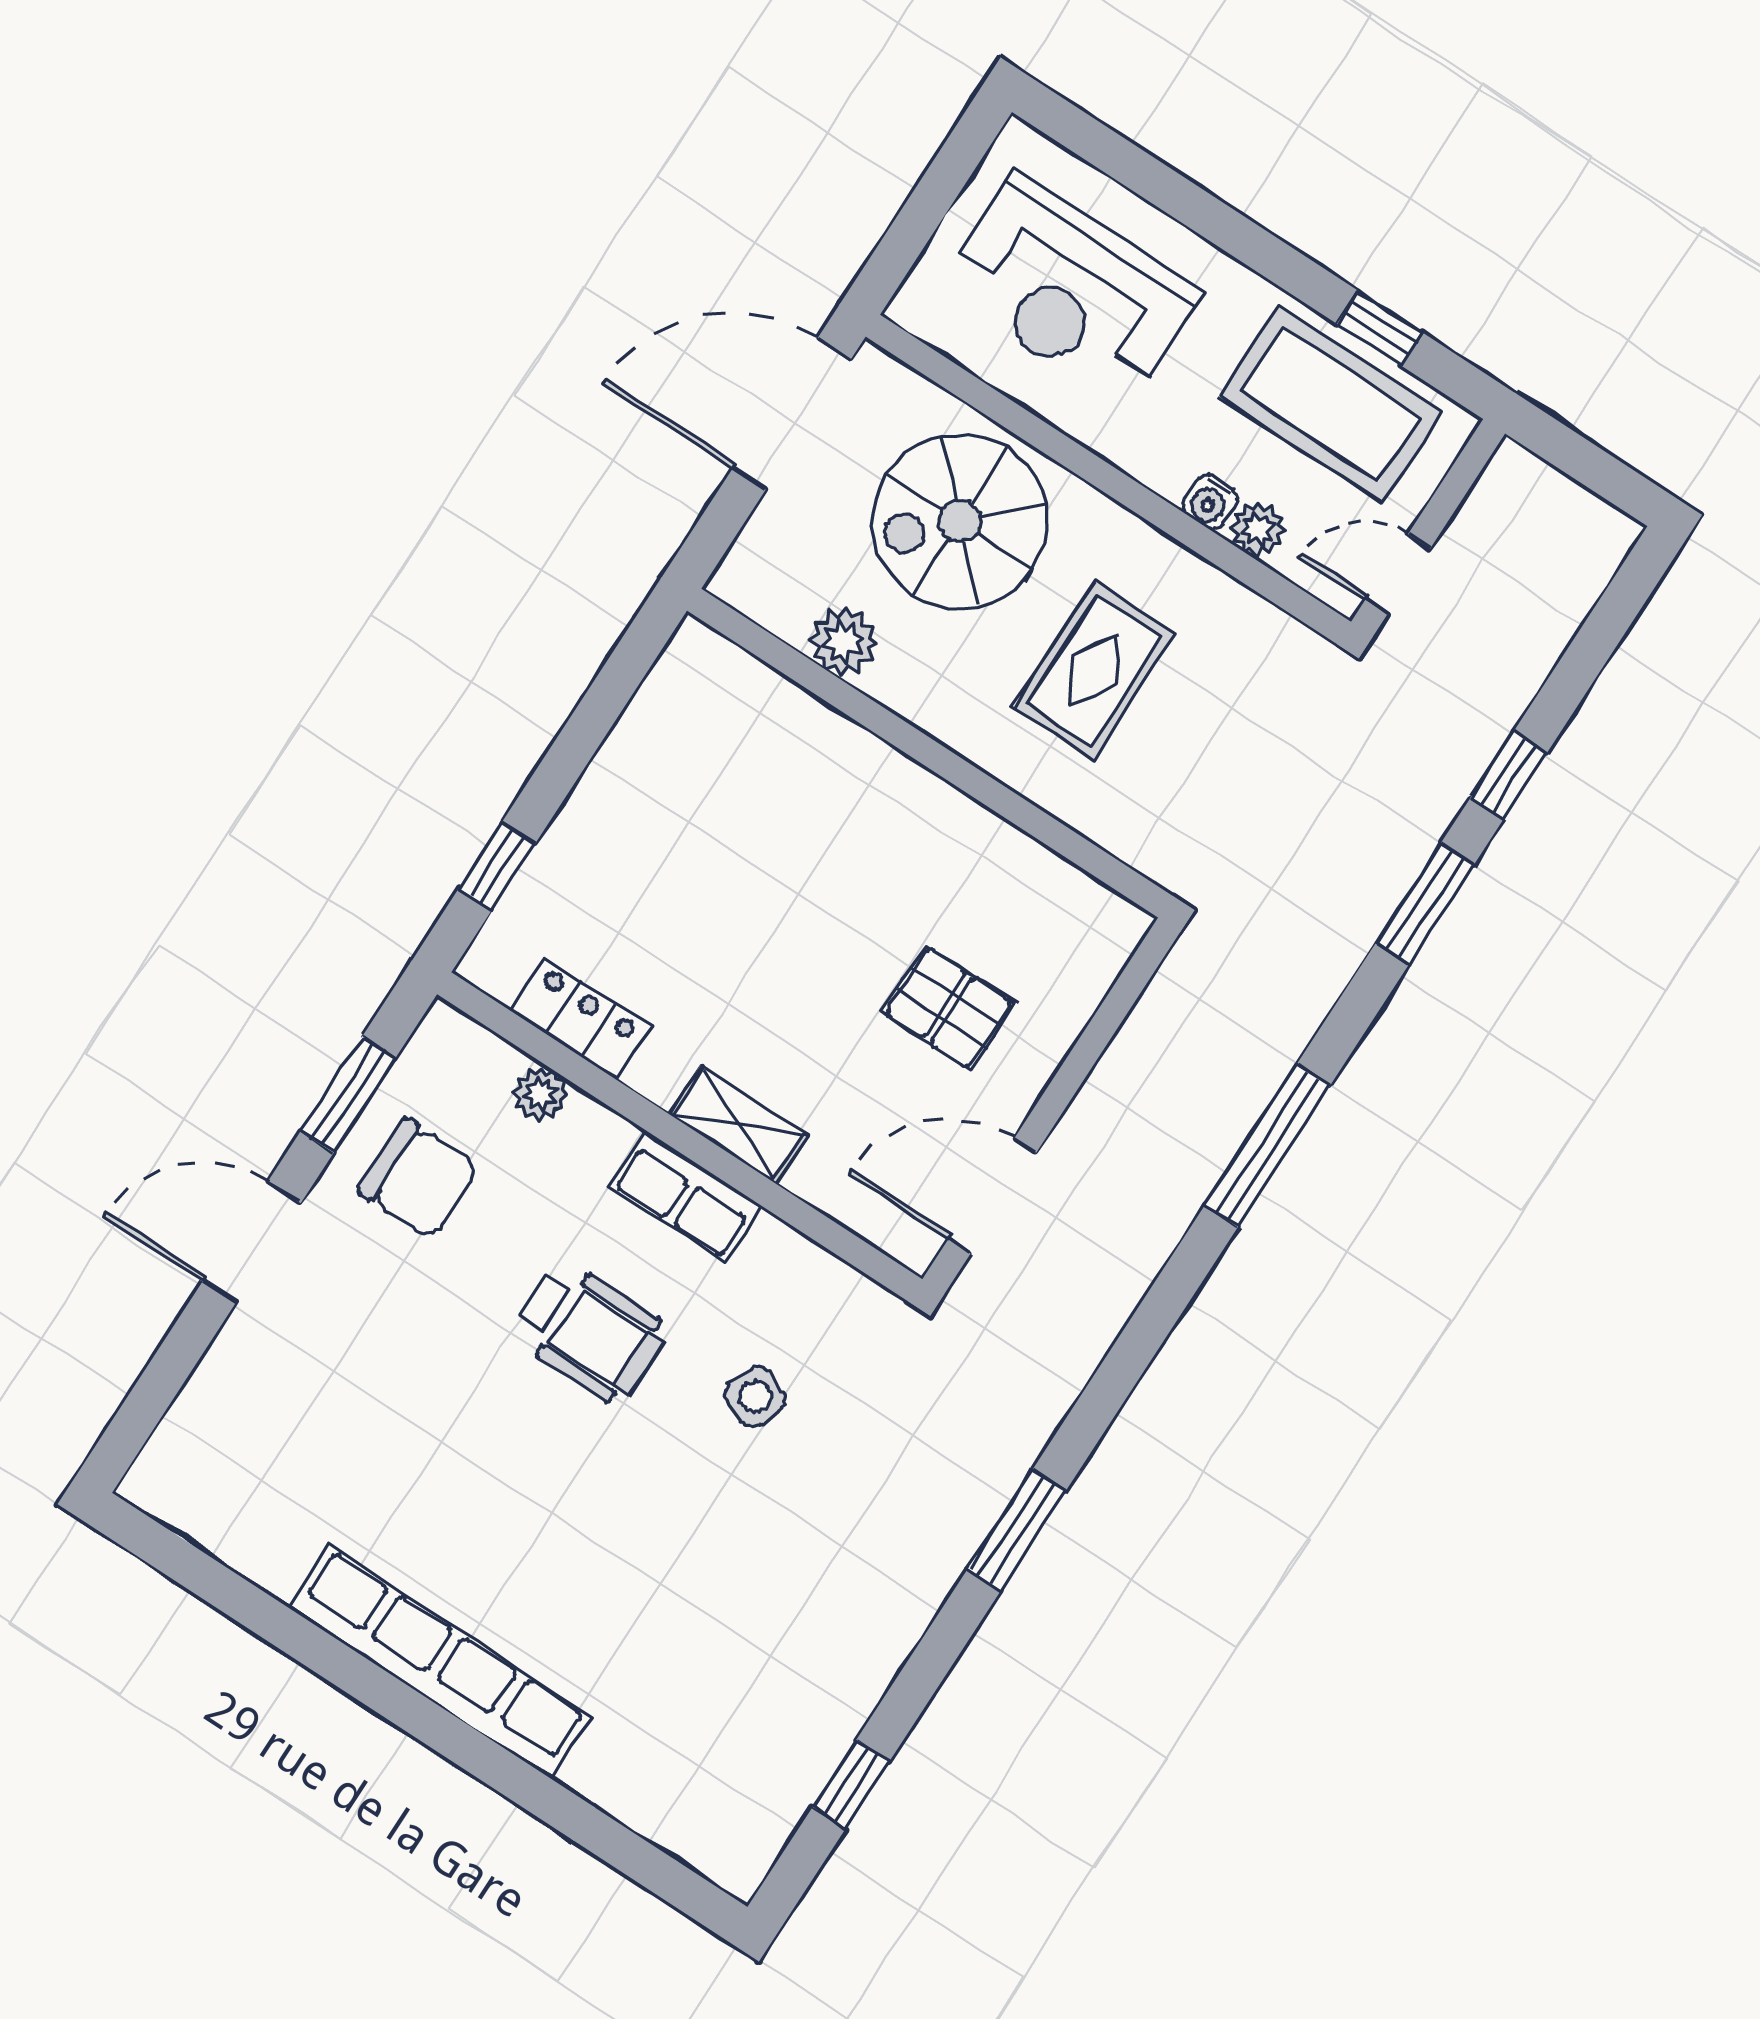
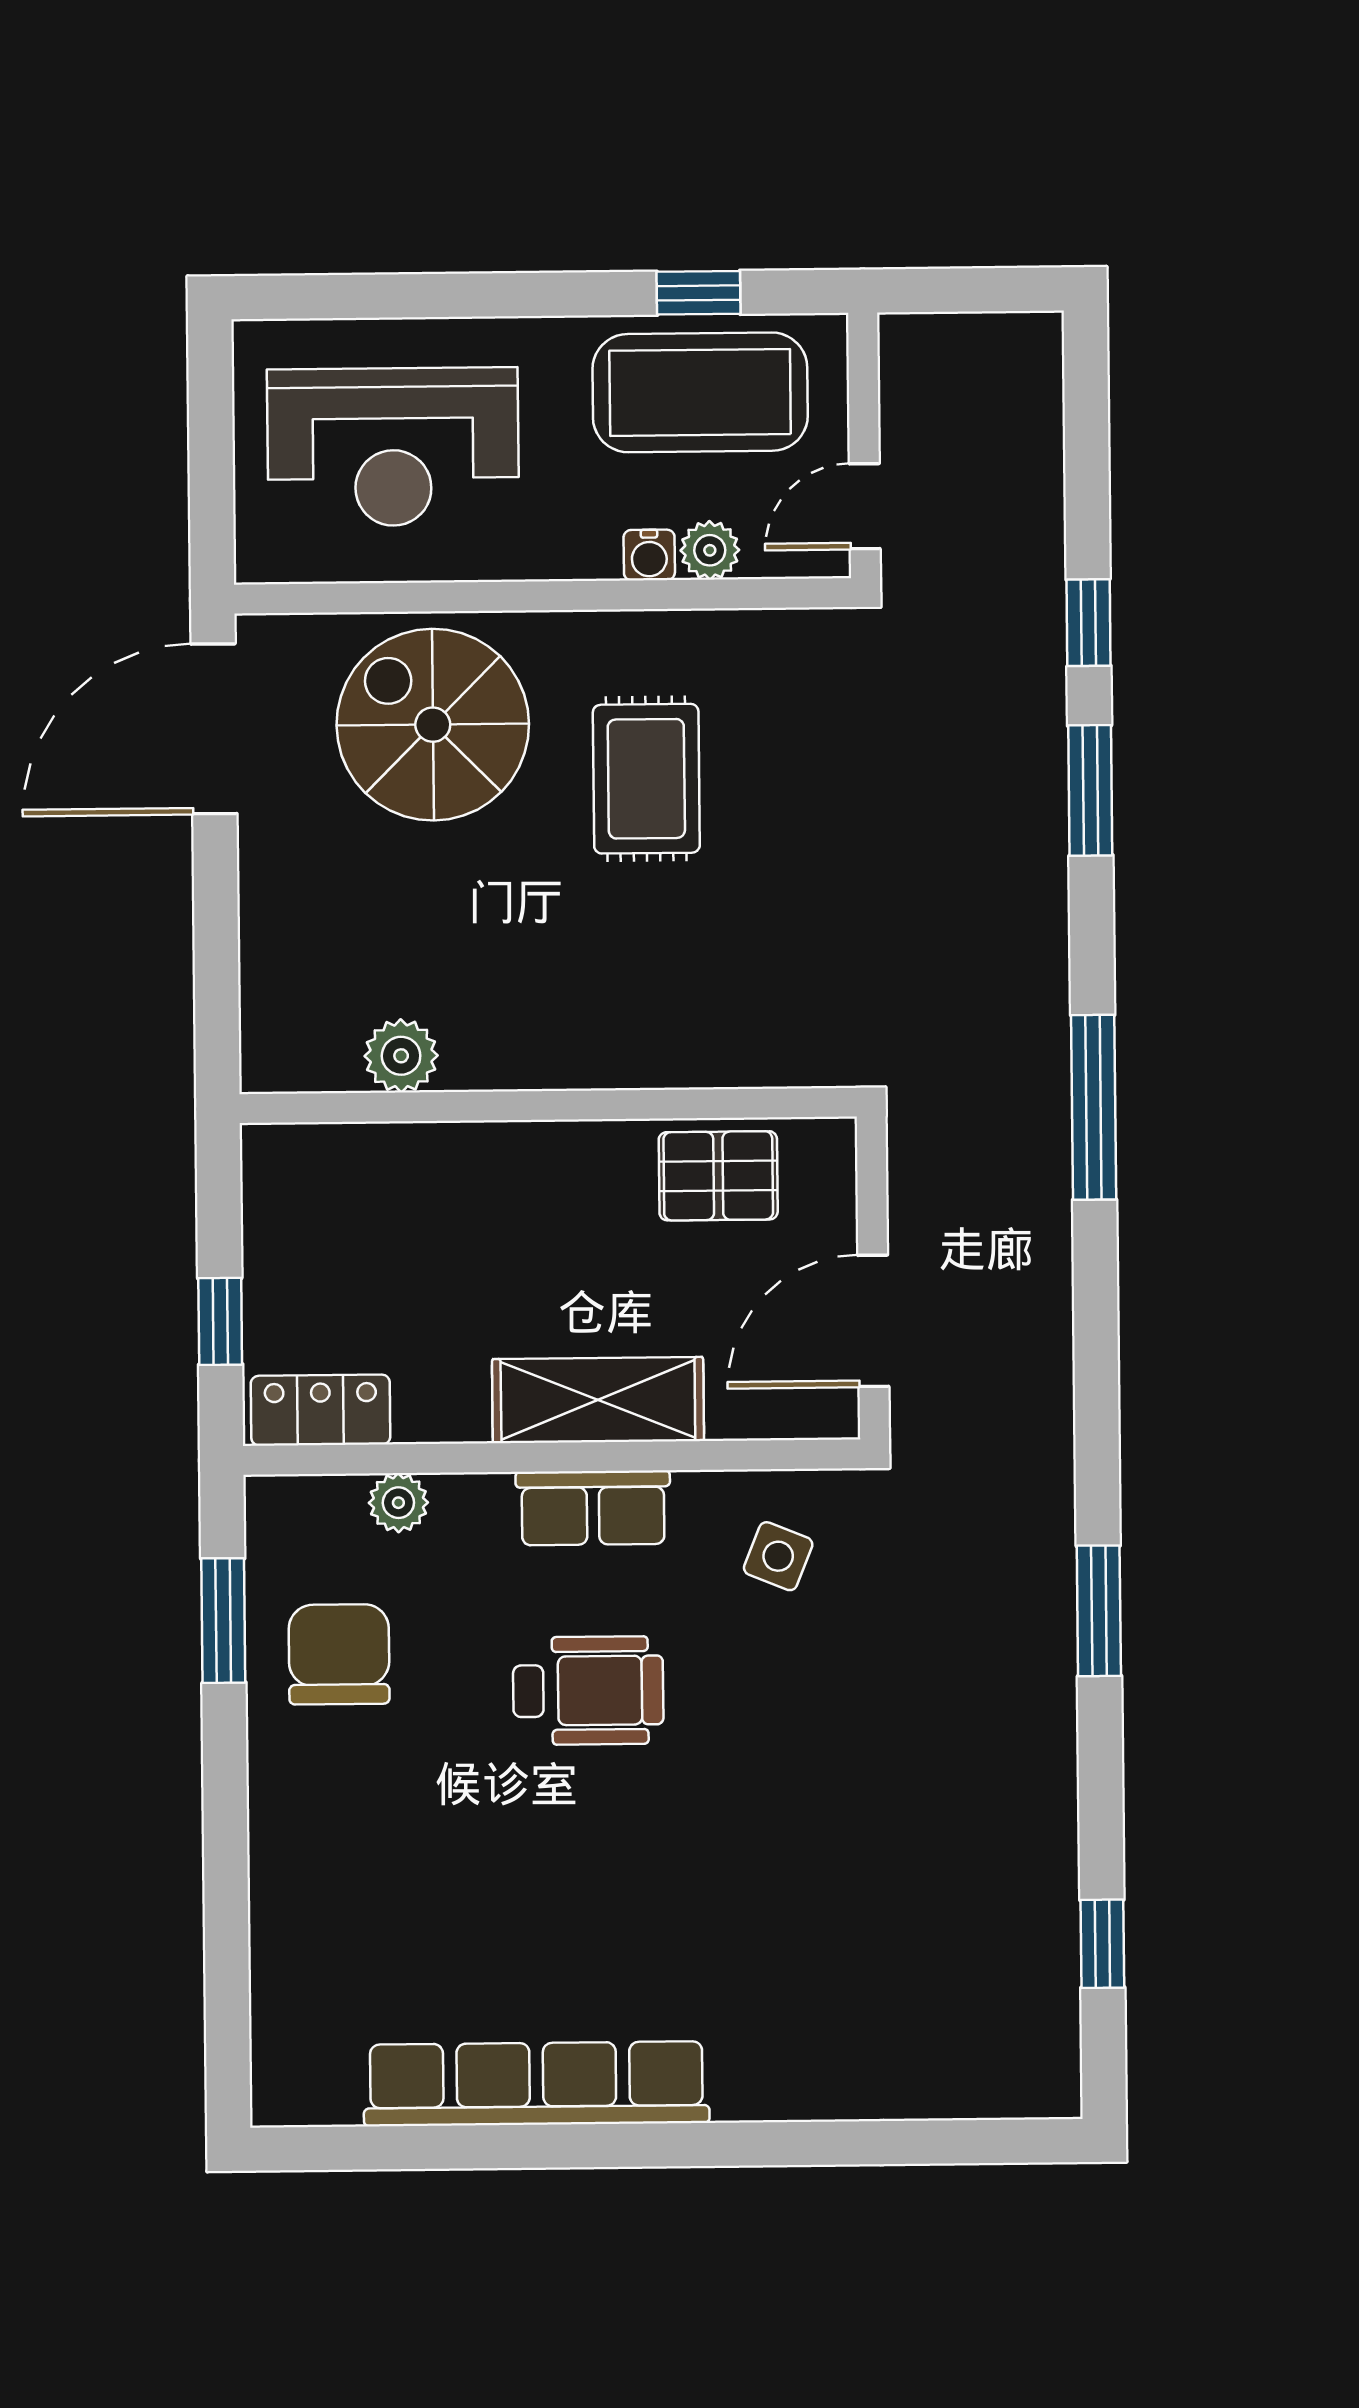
spiral stairs: (960, 521) -> (433, 725), turned 90
plant: (843, 641) -> (401, 1056), moved
wall: (930, 753) -> (548, 1105), moved
locker: (581, 1018) -> (320, 1410), moved
shelving: (738, 1125) -> (598, 1400), width x1.50, depth x1.33
chair: (419, 1179) -> (339, 1654), turned -90
door: (252, 1242) -> (225, 1814), removed
side table: (755, 1397) -> (778, 1556), moved
row of seats: (440, 1662) -> (536, 2084), moved

